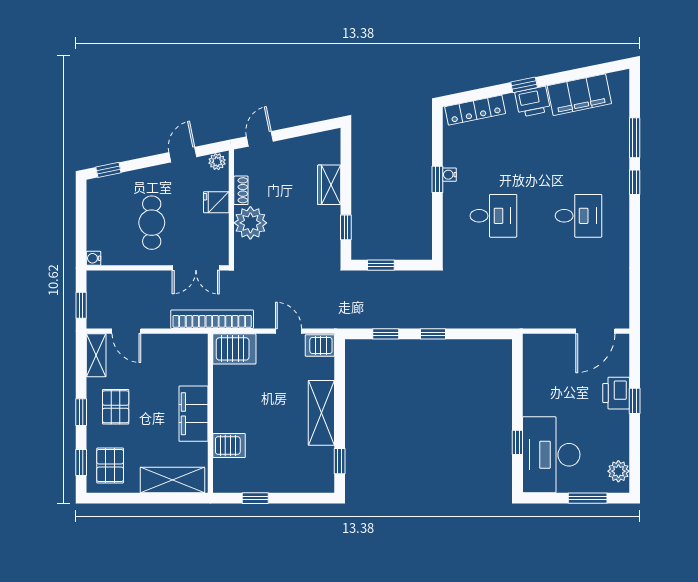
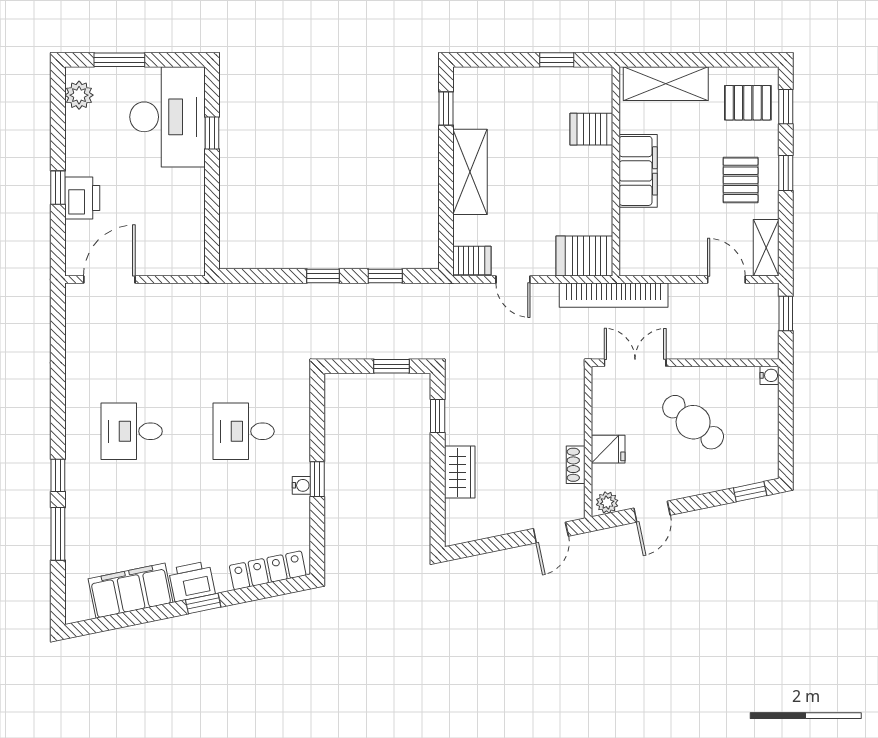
cafe table: (152, 223) -> (693, 422), turned -51
plant: (250, 223) -> (563, 422), removed
pallet: (110, 466) -> (748, 103), turned 90

